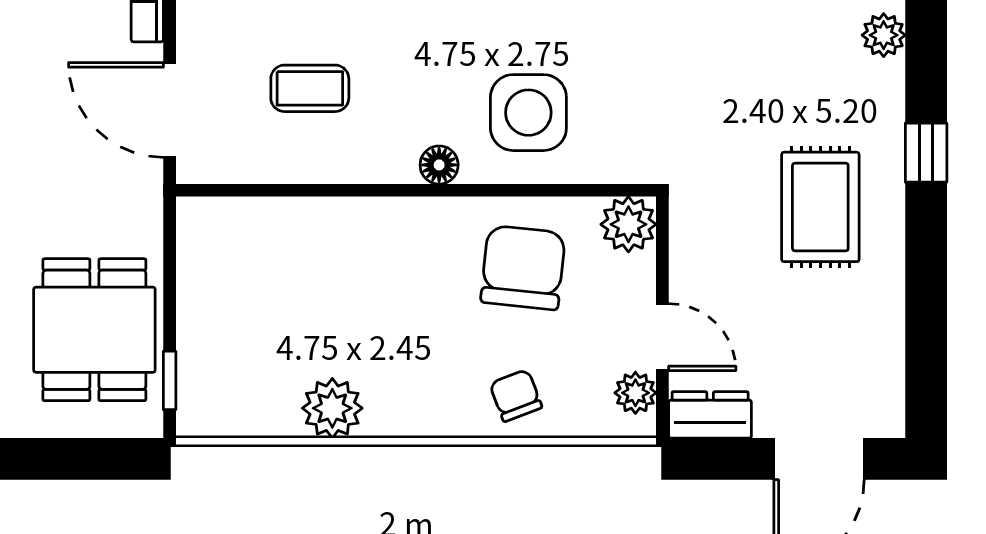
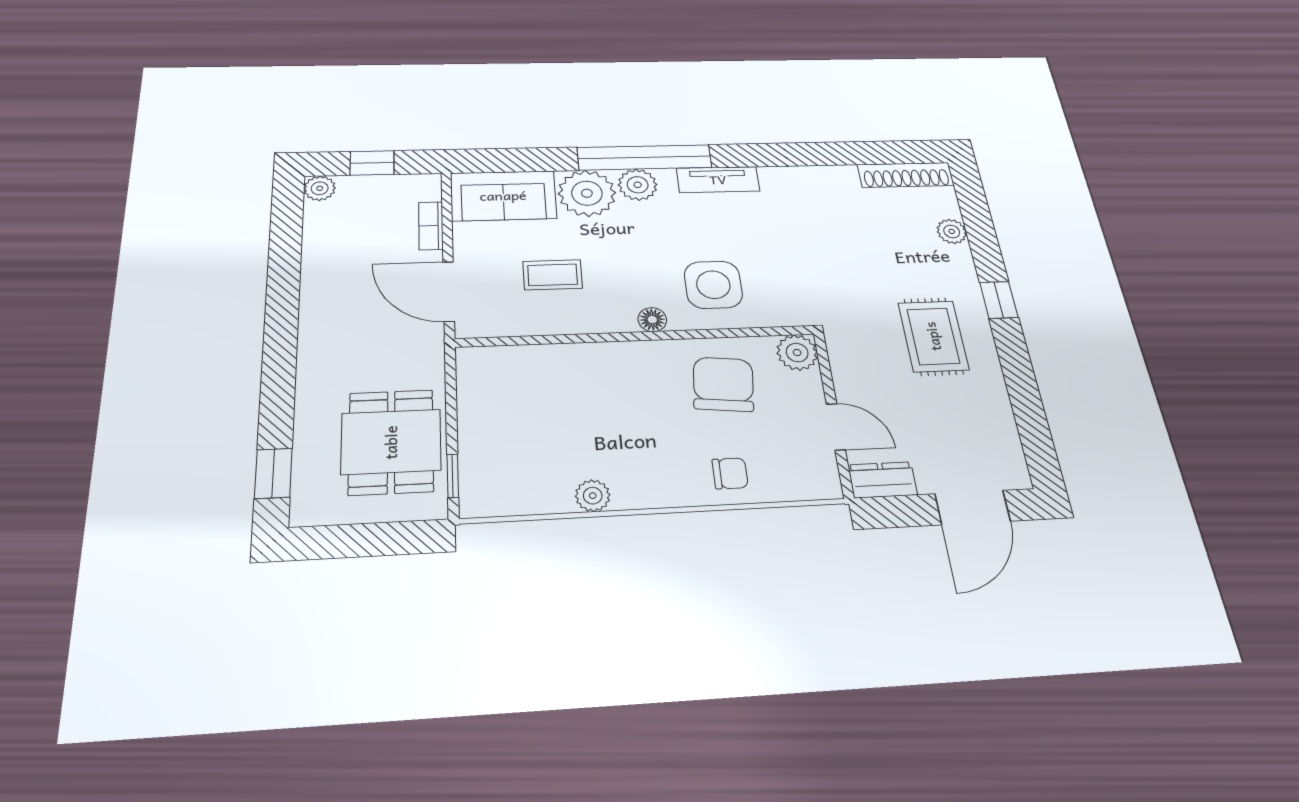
plant: (635, 393) -> (822, 467), removed
chair: (516, 396) -> (730, 473), turned 111
plant: (332, 408) -> (593, 496), width x0.73, depth x0.73

